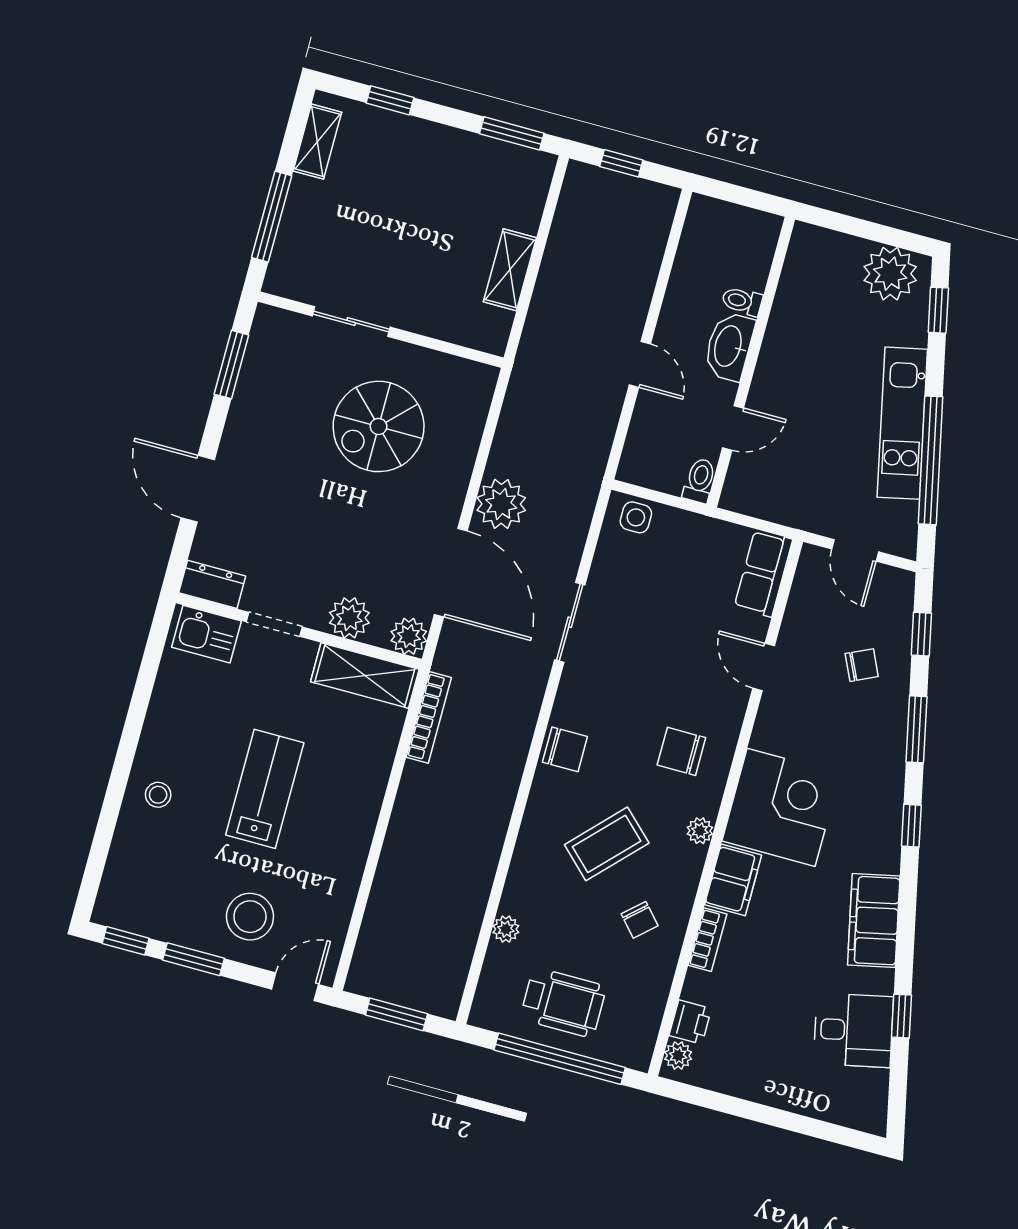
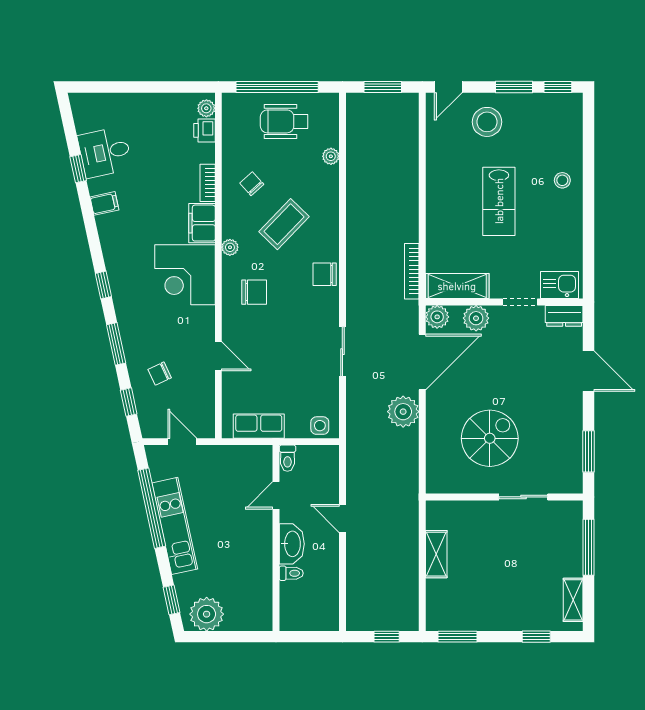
door: (451, 573) -> (422, 362), swing flipped
row of seats: (763, 573) -> (259, 426), moved, turned -90
filing cabinet: (874, 921) -> (104, 203), width x0.33, depth x0.86

